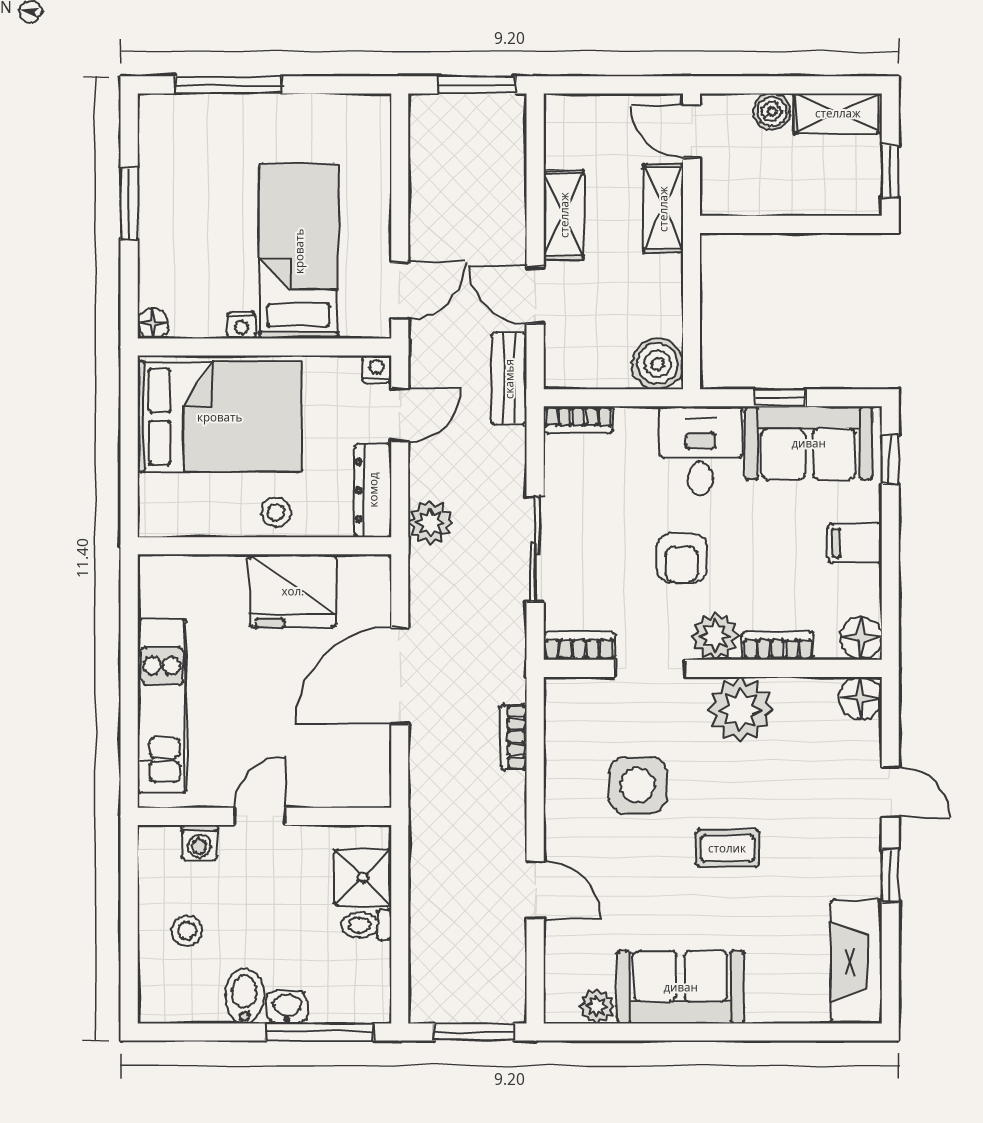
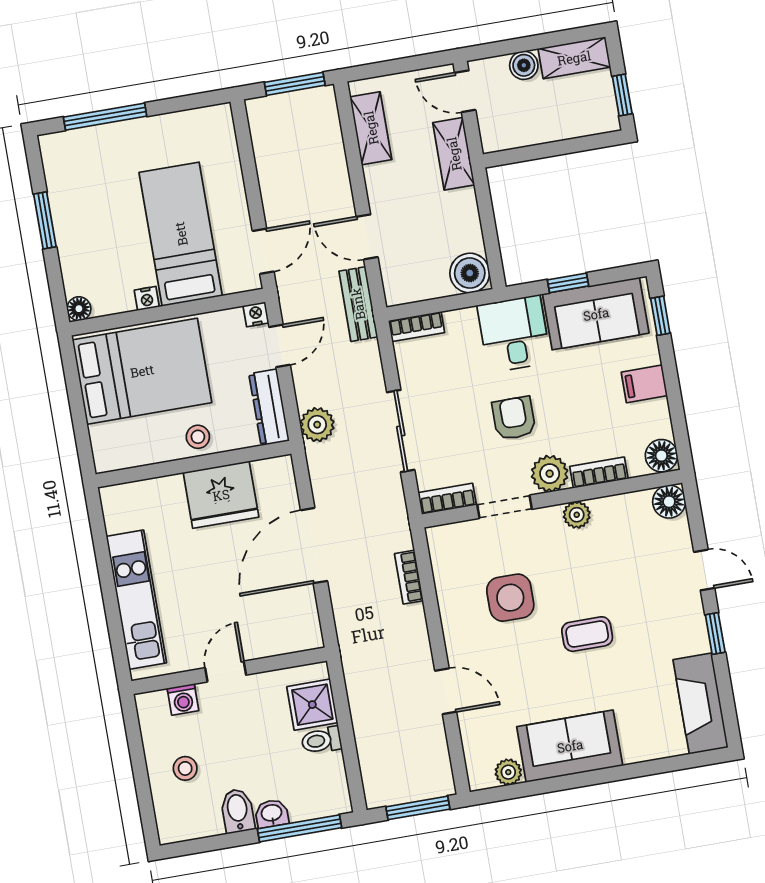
shelving: (564, 215) -> (371, 128), moved
armchair: (682, 558) -> (514, 418), turned 180
plant: (740, 710) -> (577, 515), width x0.53, depth x0.53

